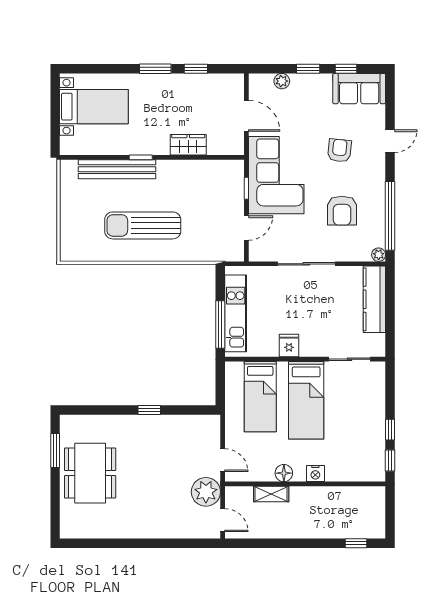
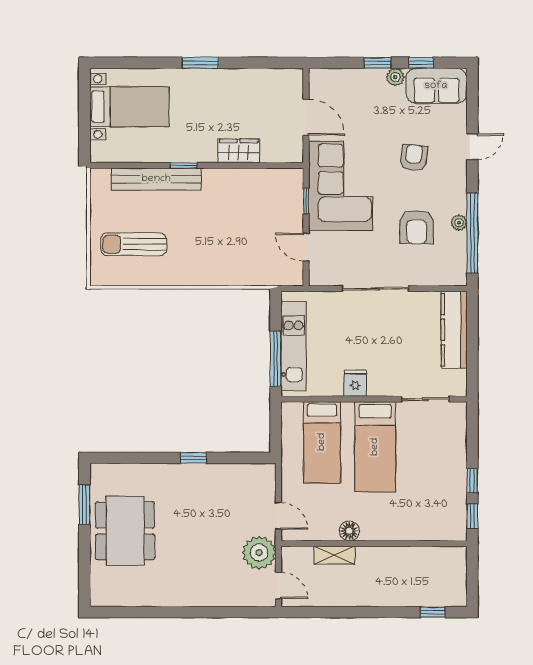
window: (196, 69) -> (248, 63), removed
plant: (282, 81) -> (395, 77), moved
sun lounger: (143, 225) -> (134, 244), moved, width x0.73, depth x0.75
door: (246, 228) -> (306, 247), swing flipped
plant: (379, 255) -> (459, 223), moved
nightstand: (315, 474) -> (386, 531), removed

